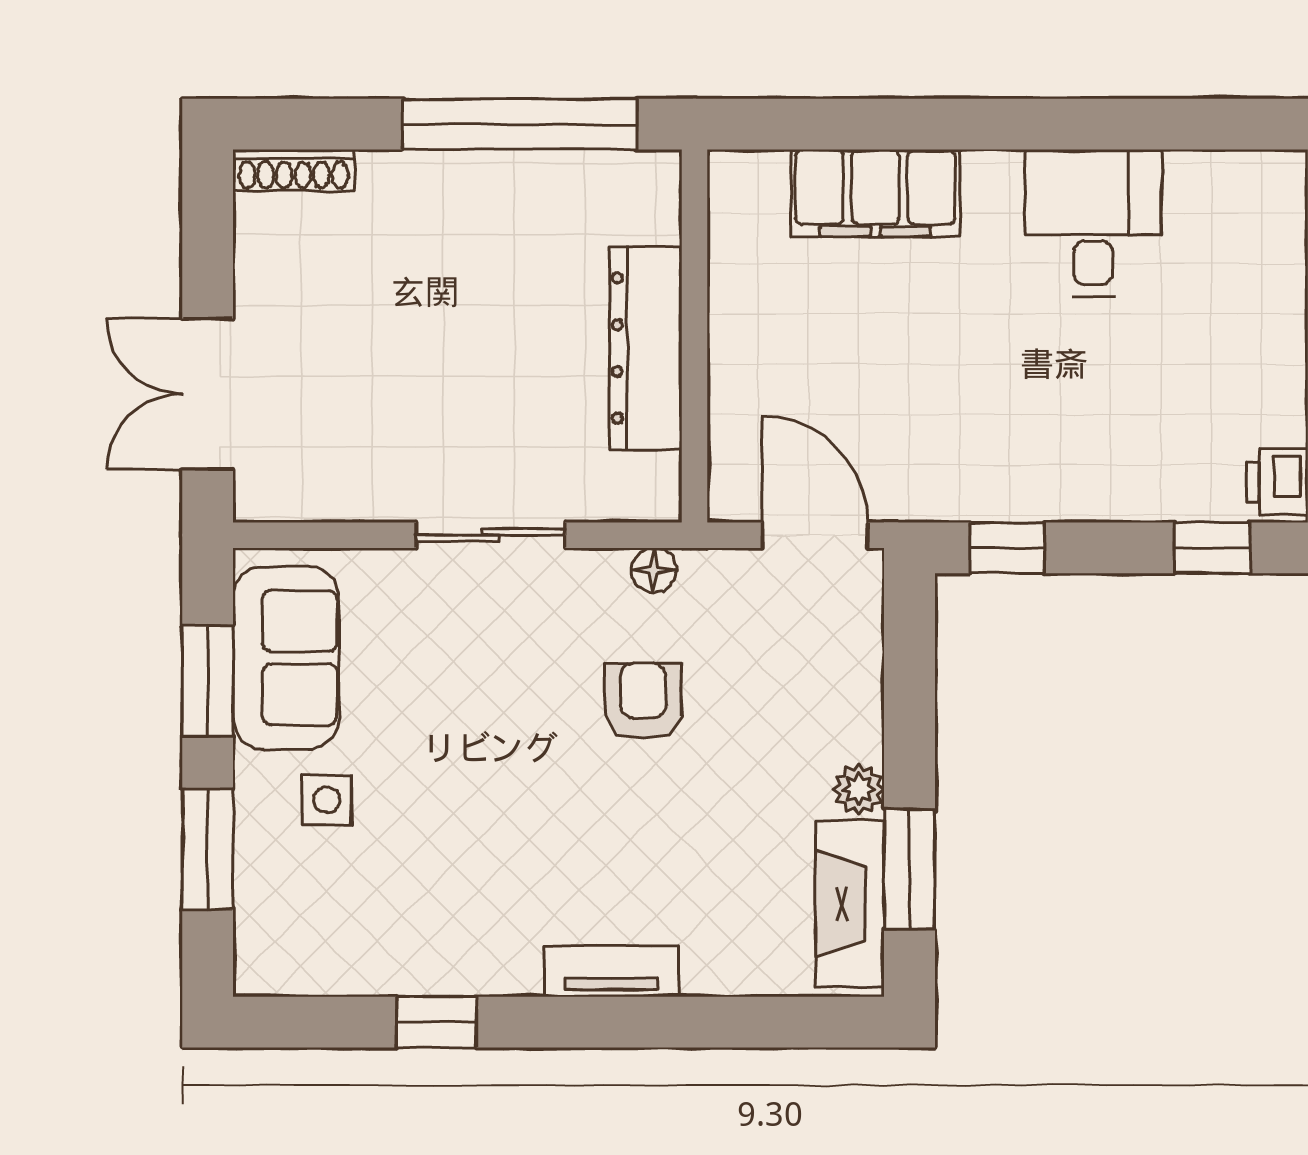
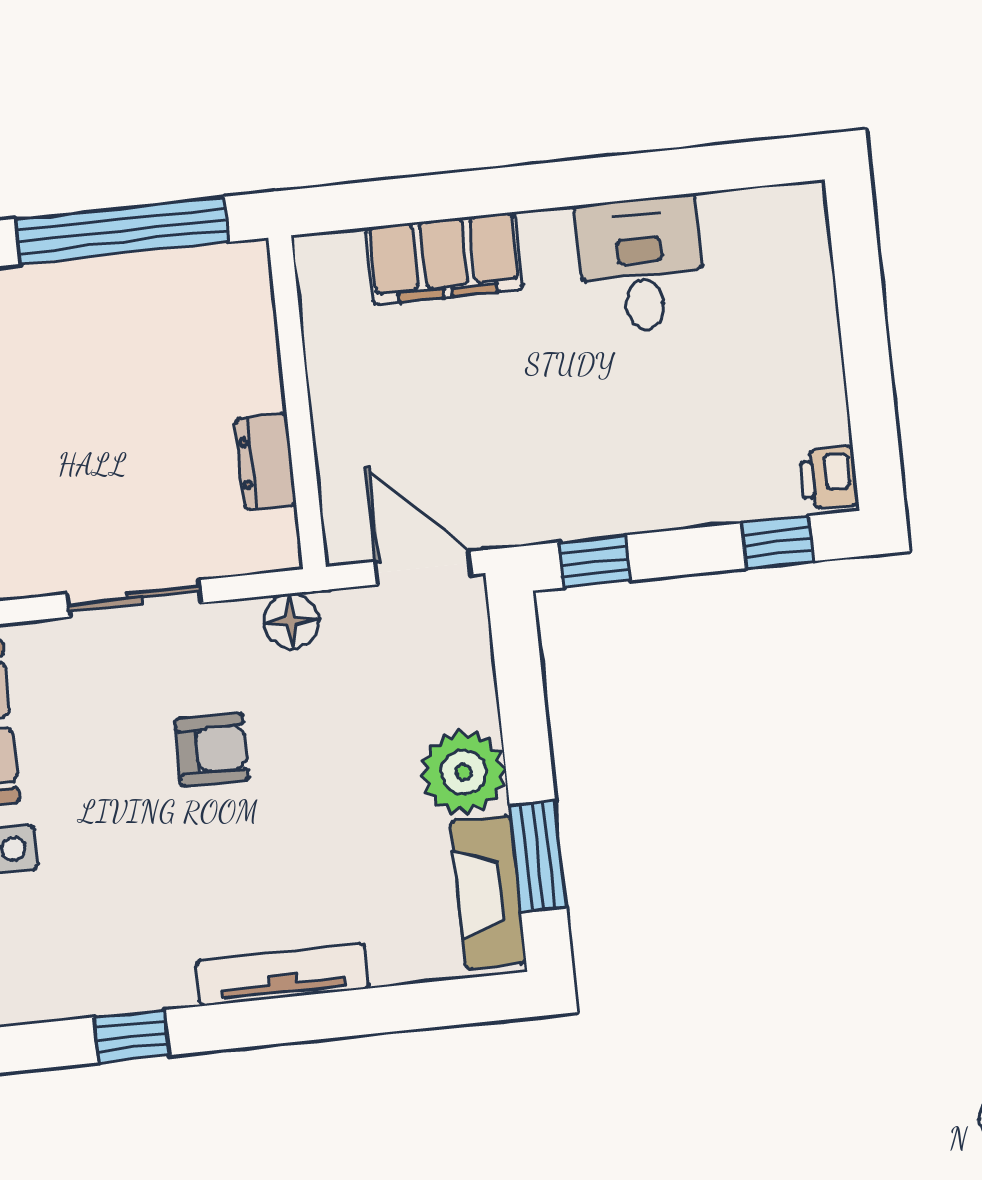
dresser: (646, 348) -> (266, 461), width x0.51, depth x0.80
floor lamp: (654, 570) -> (291, 621), width x1.37, depth x1.37
armchair: (643, 701) -> (211, 750), moved, turned 90
plant: (859, 789) -> (464, 772), width x1.87, depth x1.87
tv unit: (611, 971) -> (282, 975), width x1.41

